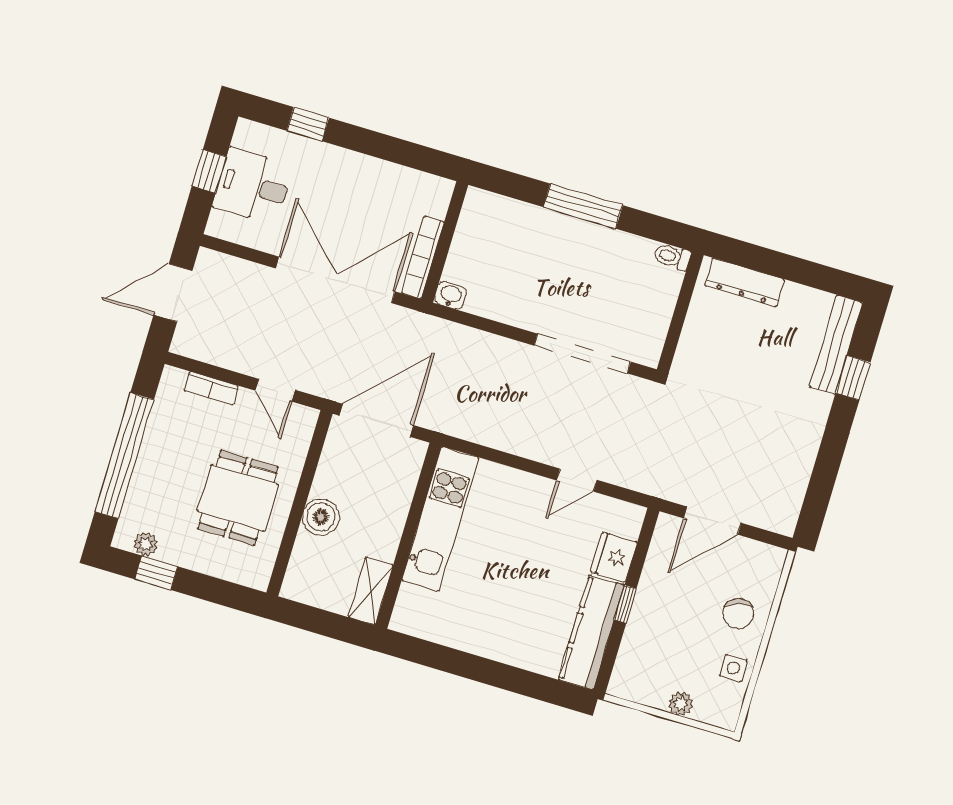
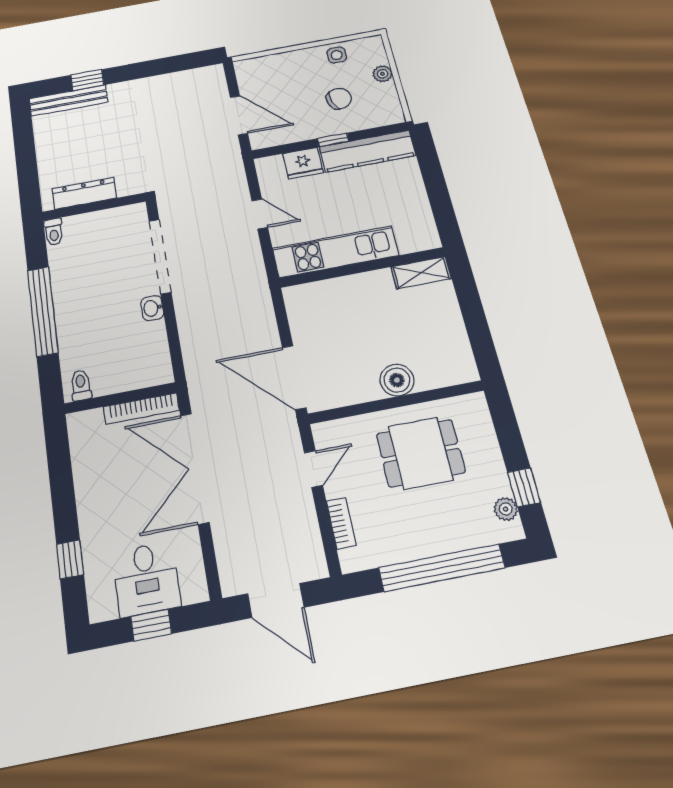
window: (583, 206) -> (43, 311), width x1.46
toilet: (479, 209) -> (81, 385), added
dresser: (745, 282) -> (84, 193), moved, turned -90
washbasin: (451, 295) -> (152, 308), moved
kitchen unit: (440, 519) -> (335, 252), moved
wall: (408, 536) -> (362, 267), moved
shelving: (371, 591) -> (421, 273), moved
chair: (738, 614) -> (339, 99), moved

